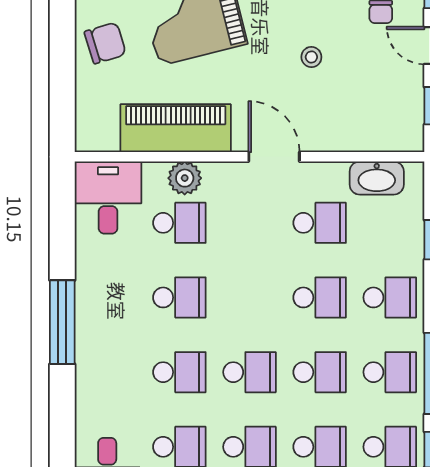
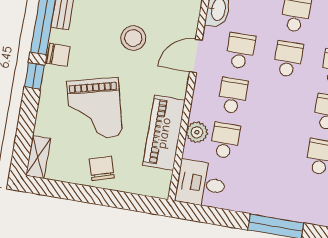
stool: (311, 57) -> (133, 38), width x1.89, depth x1.89
door: (274, 157) -> (196, 56), moved
school desk: (179, 297) -> (233, 96), moved

